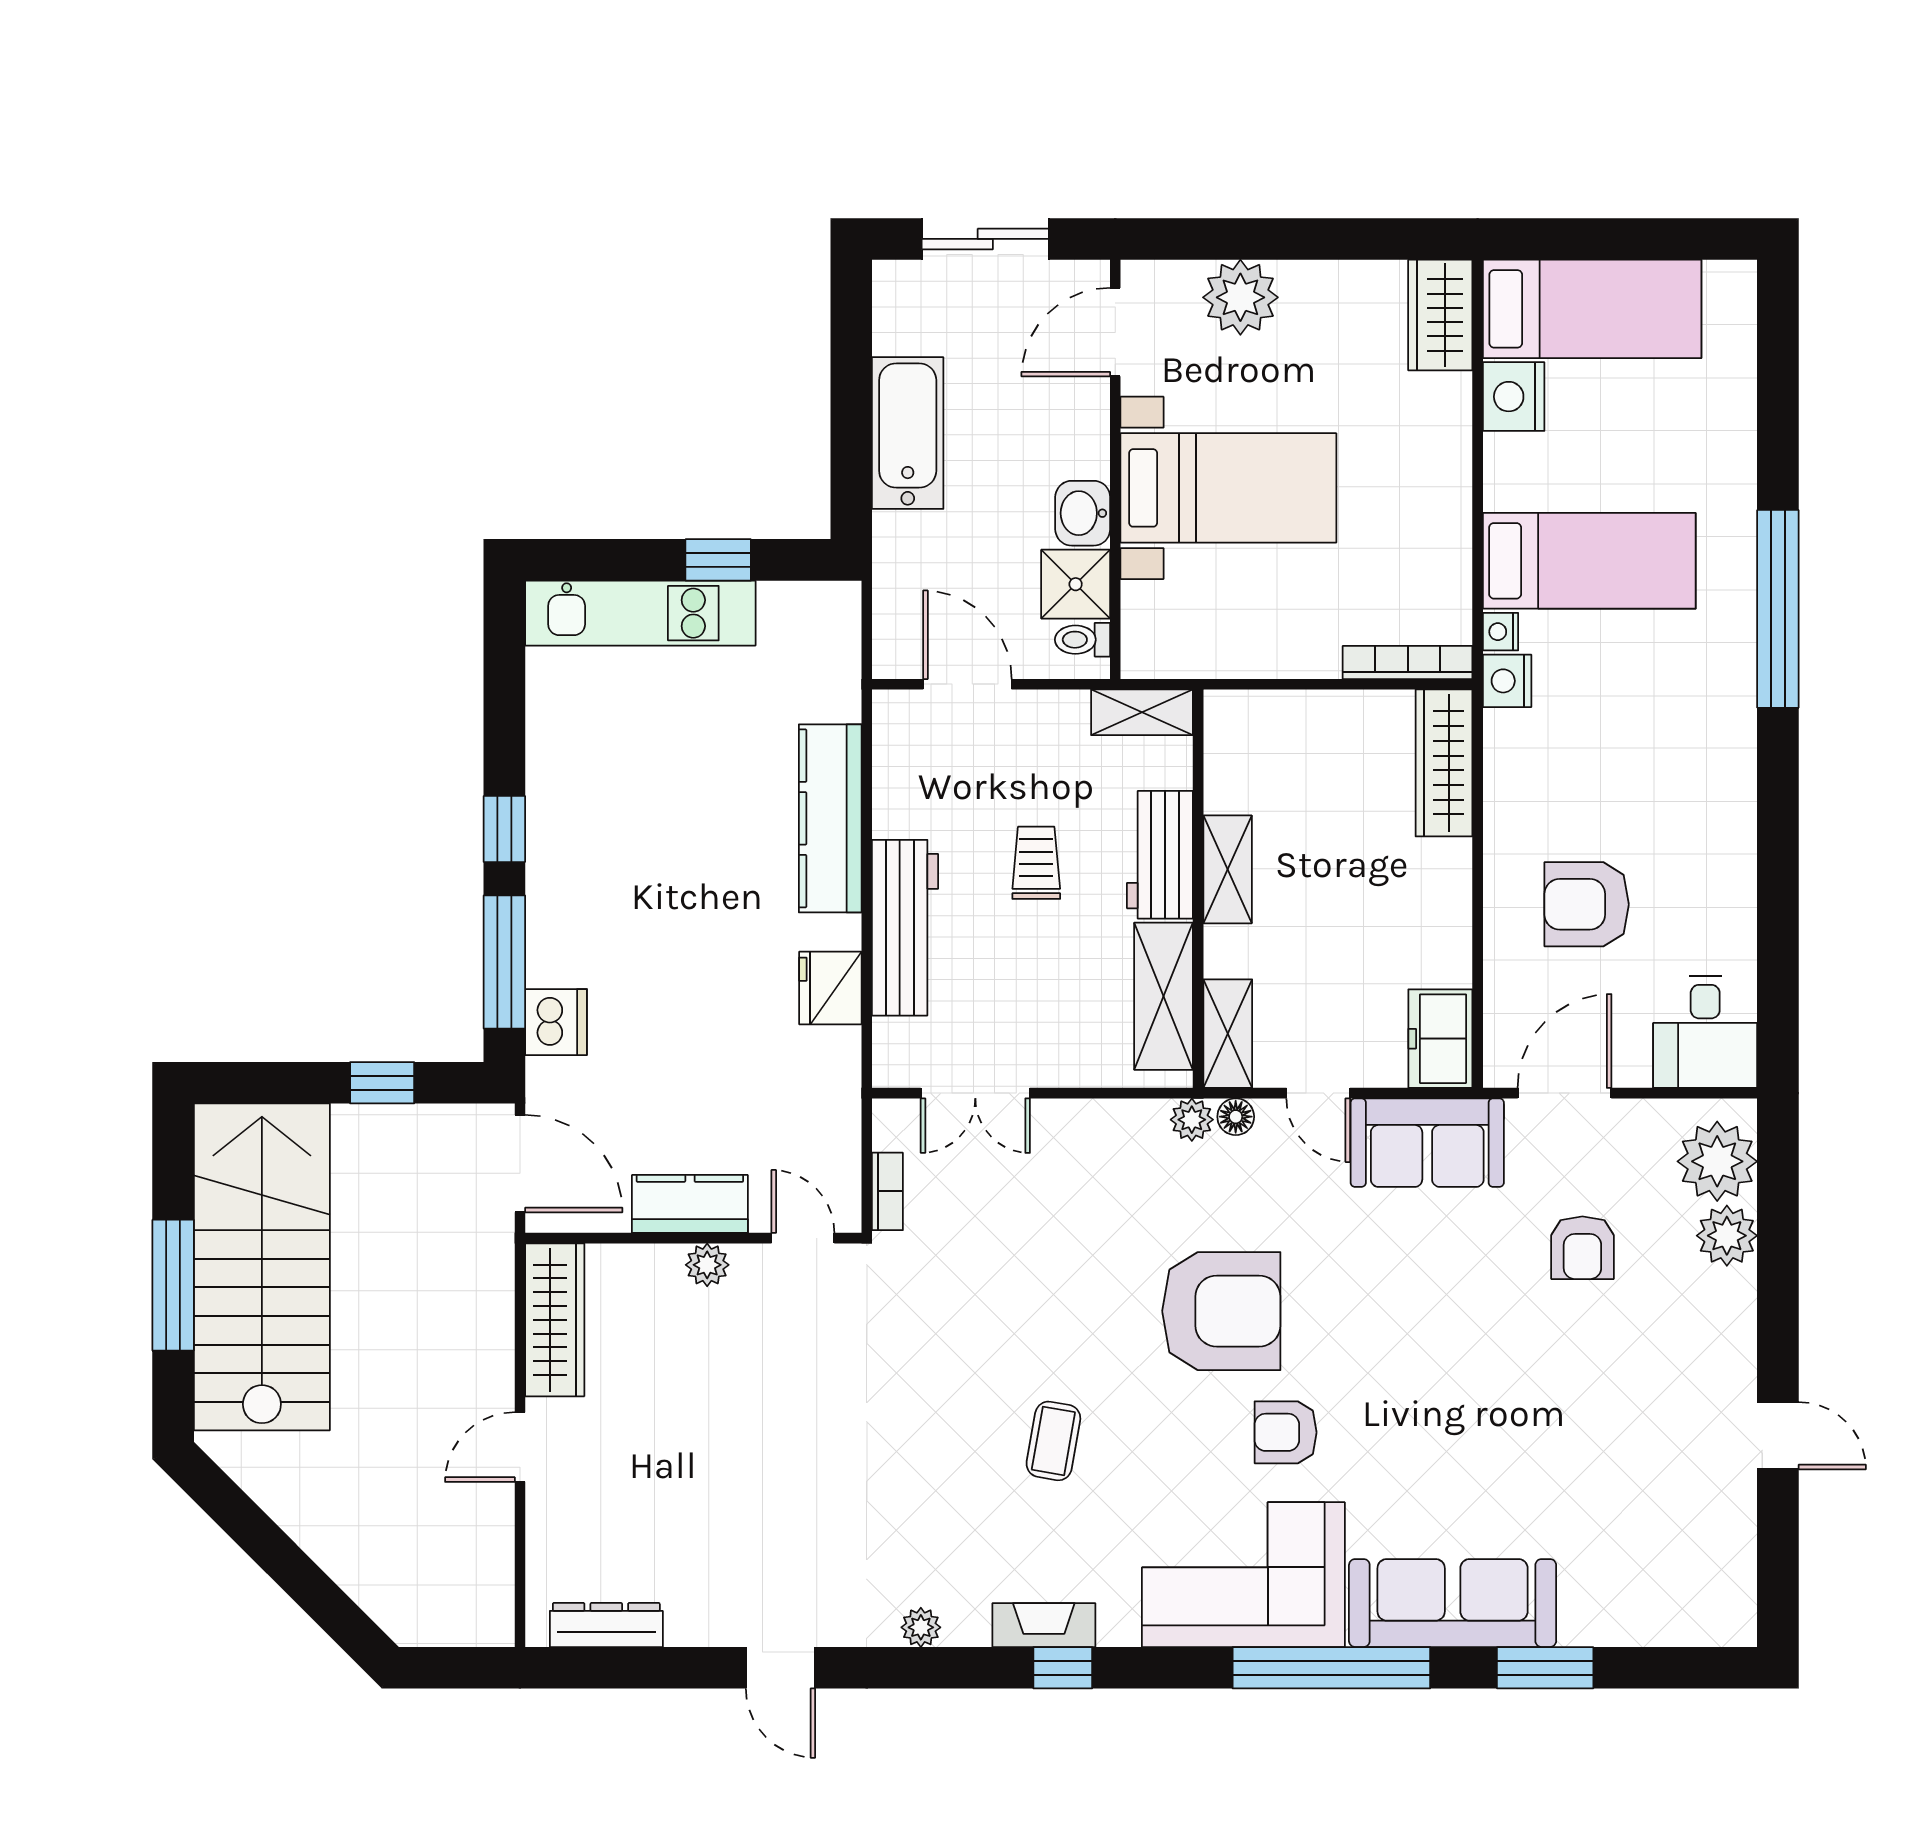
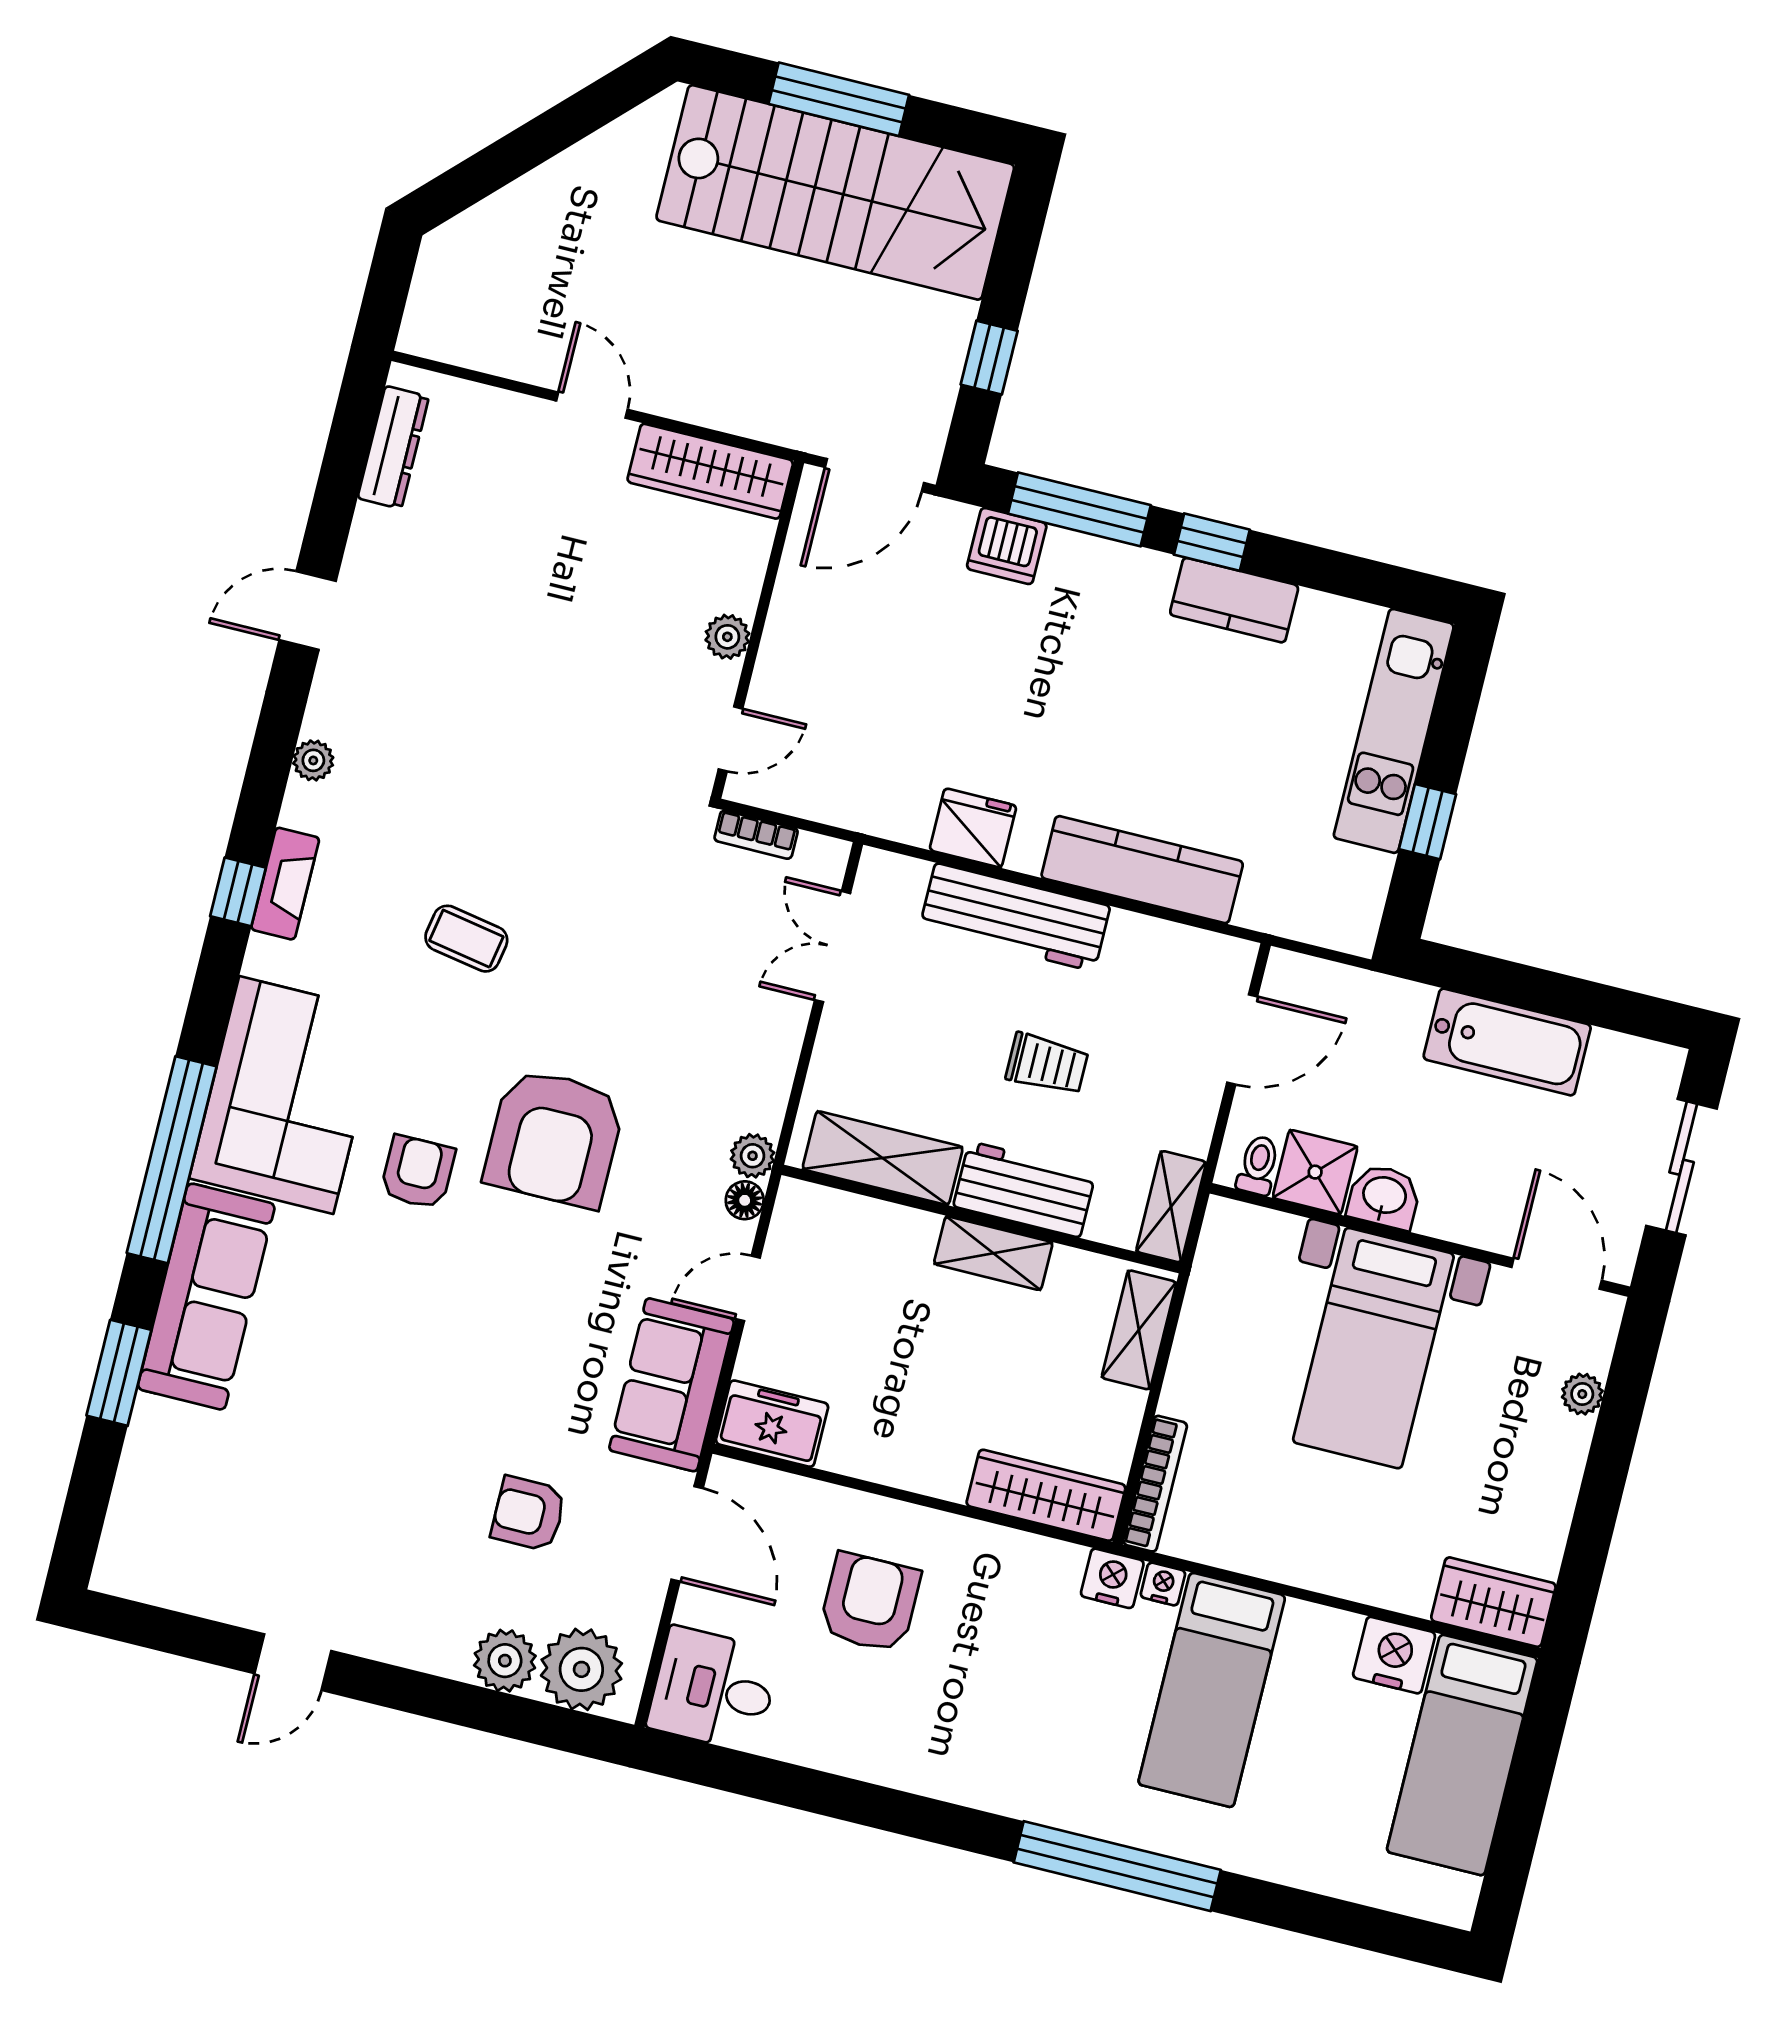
plant: (1240, 297) -> (1582, 1394), width x0.53, depth x0.53
shelving: (1228, 1034) -> (1139, 1330), moved, turned 90
kitchen counter: (690, 1204) -> (1234, 600), moved, turned 90

